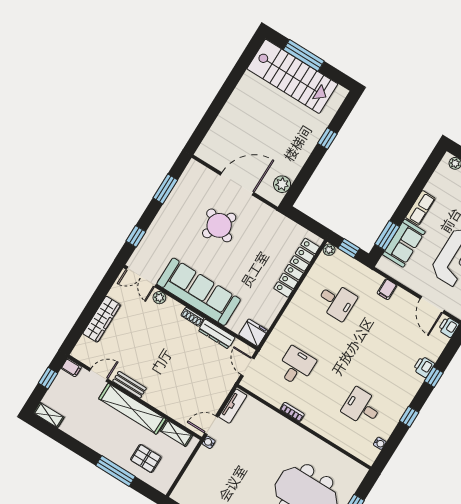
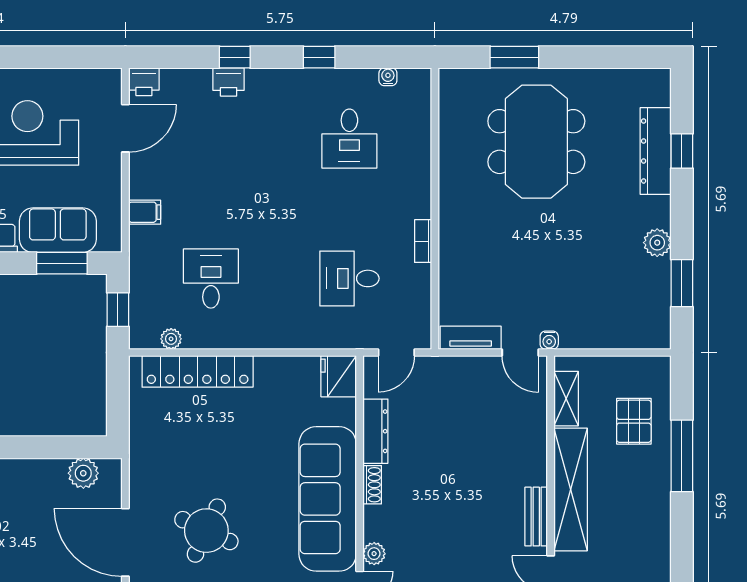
plant: (329, 250) -> (171, 339), moved

